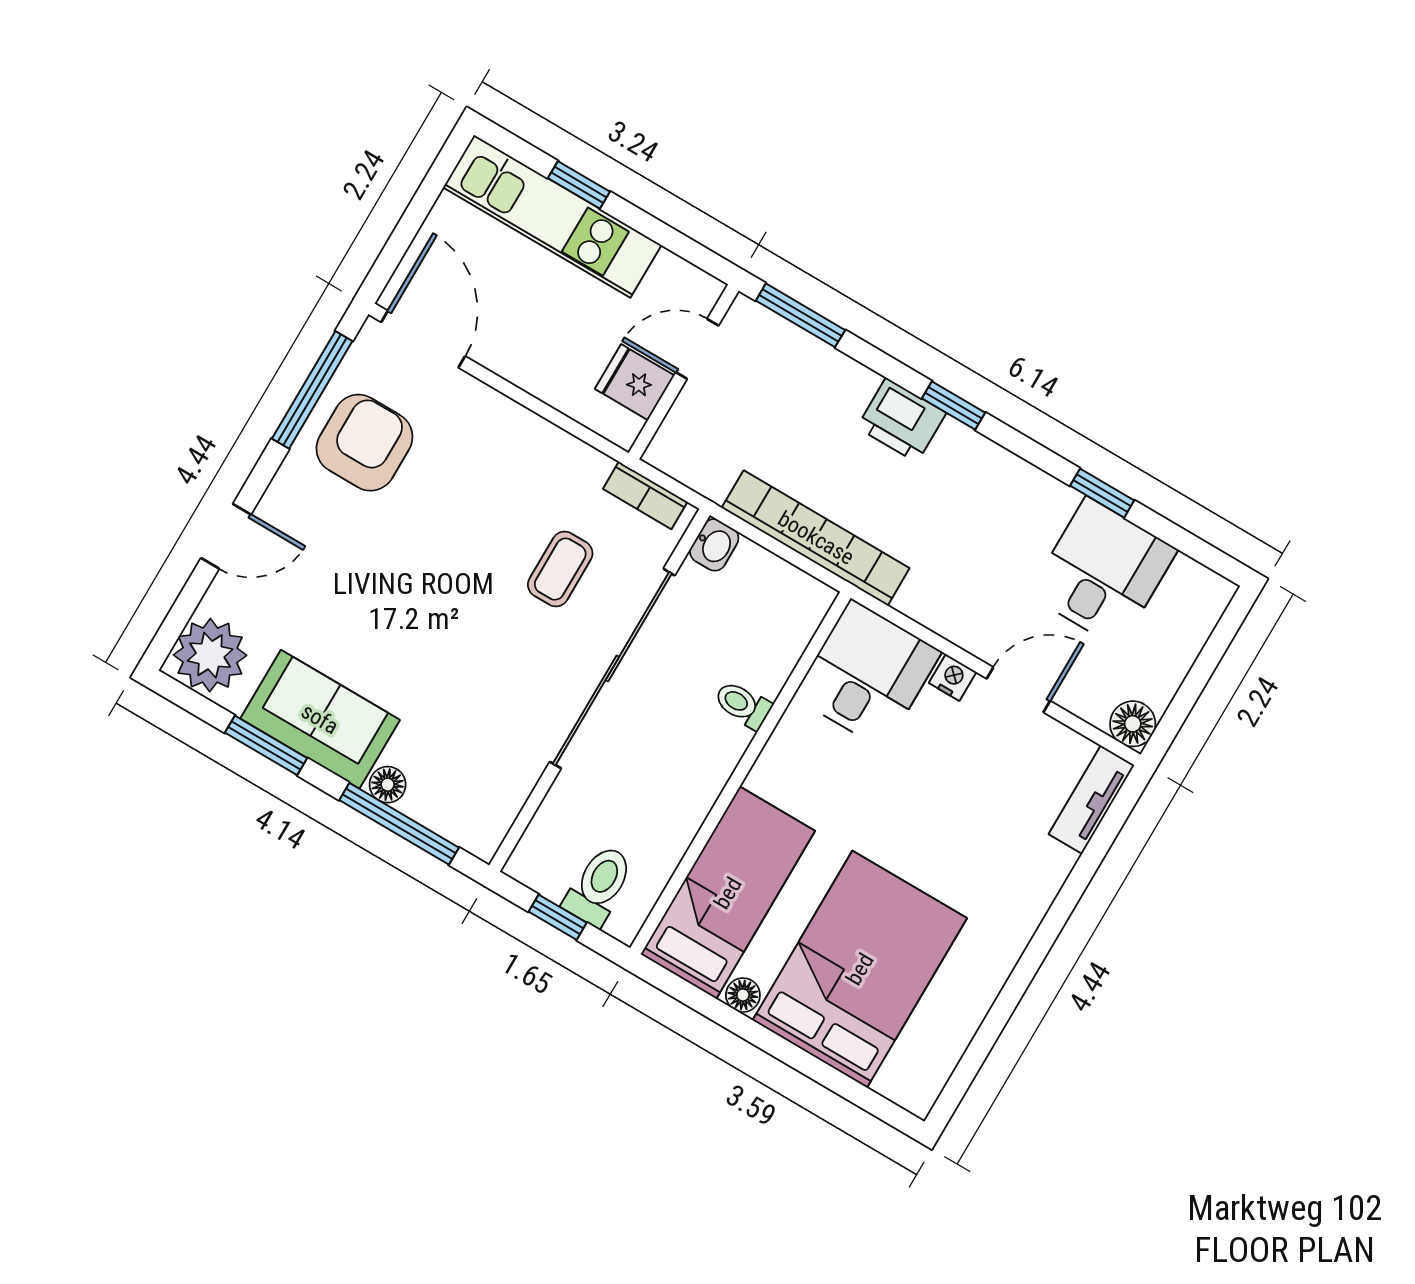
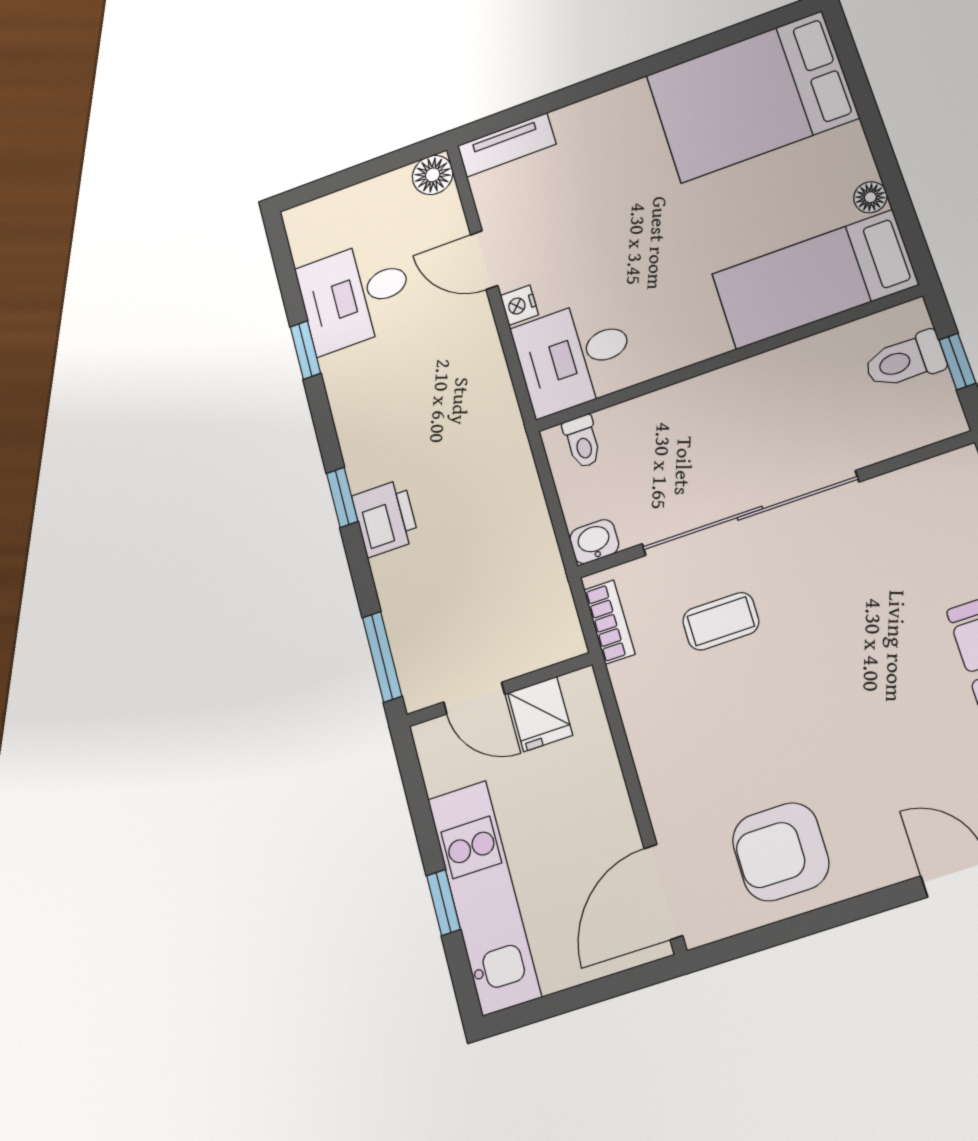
window: (312, 390) -> (784, 931), removed
bookcase: (816, 538) -> (520, 485), removed
toilet: (743, 705) -> (582, 441), moved
bed: (860, 969) -> (752, 97), moved

